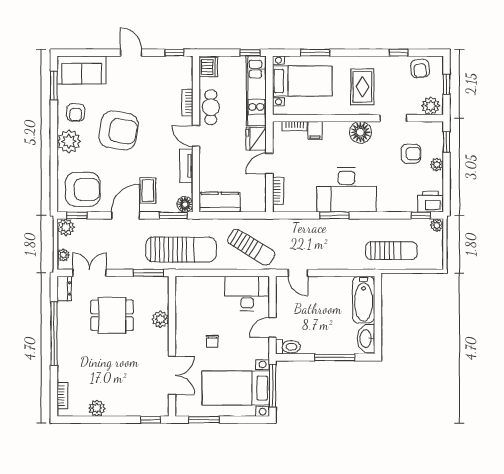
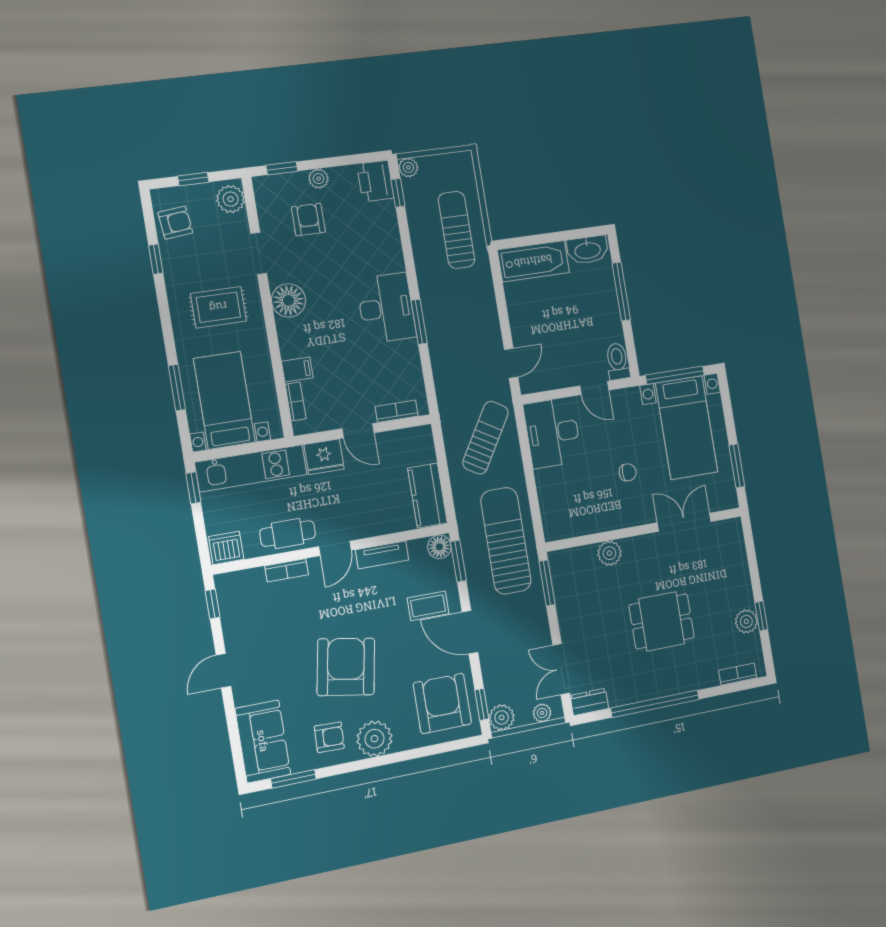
desk: (346, 190) -> (386, 308), width x0.73, depth x0.77
dining table: (112, 315) -> (662, 621), moved, turned 90
window: (150, 420) -> (761, 616), moved

